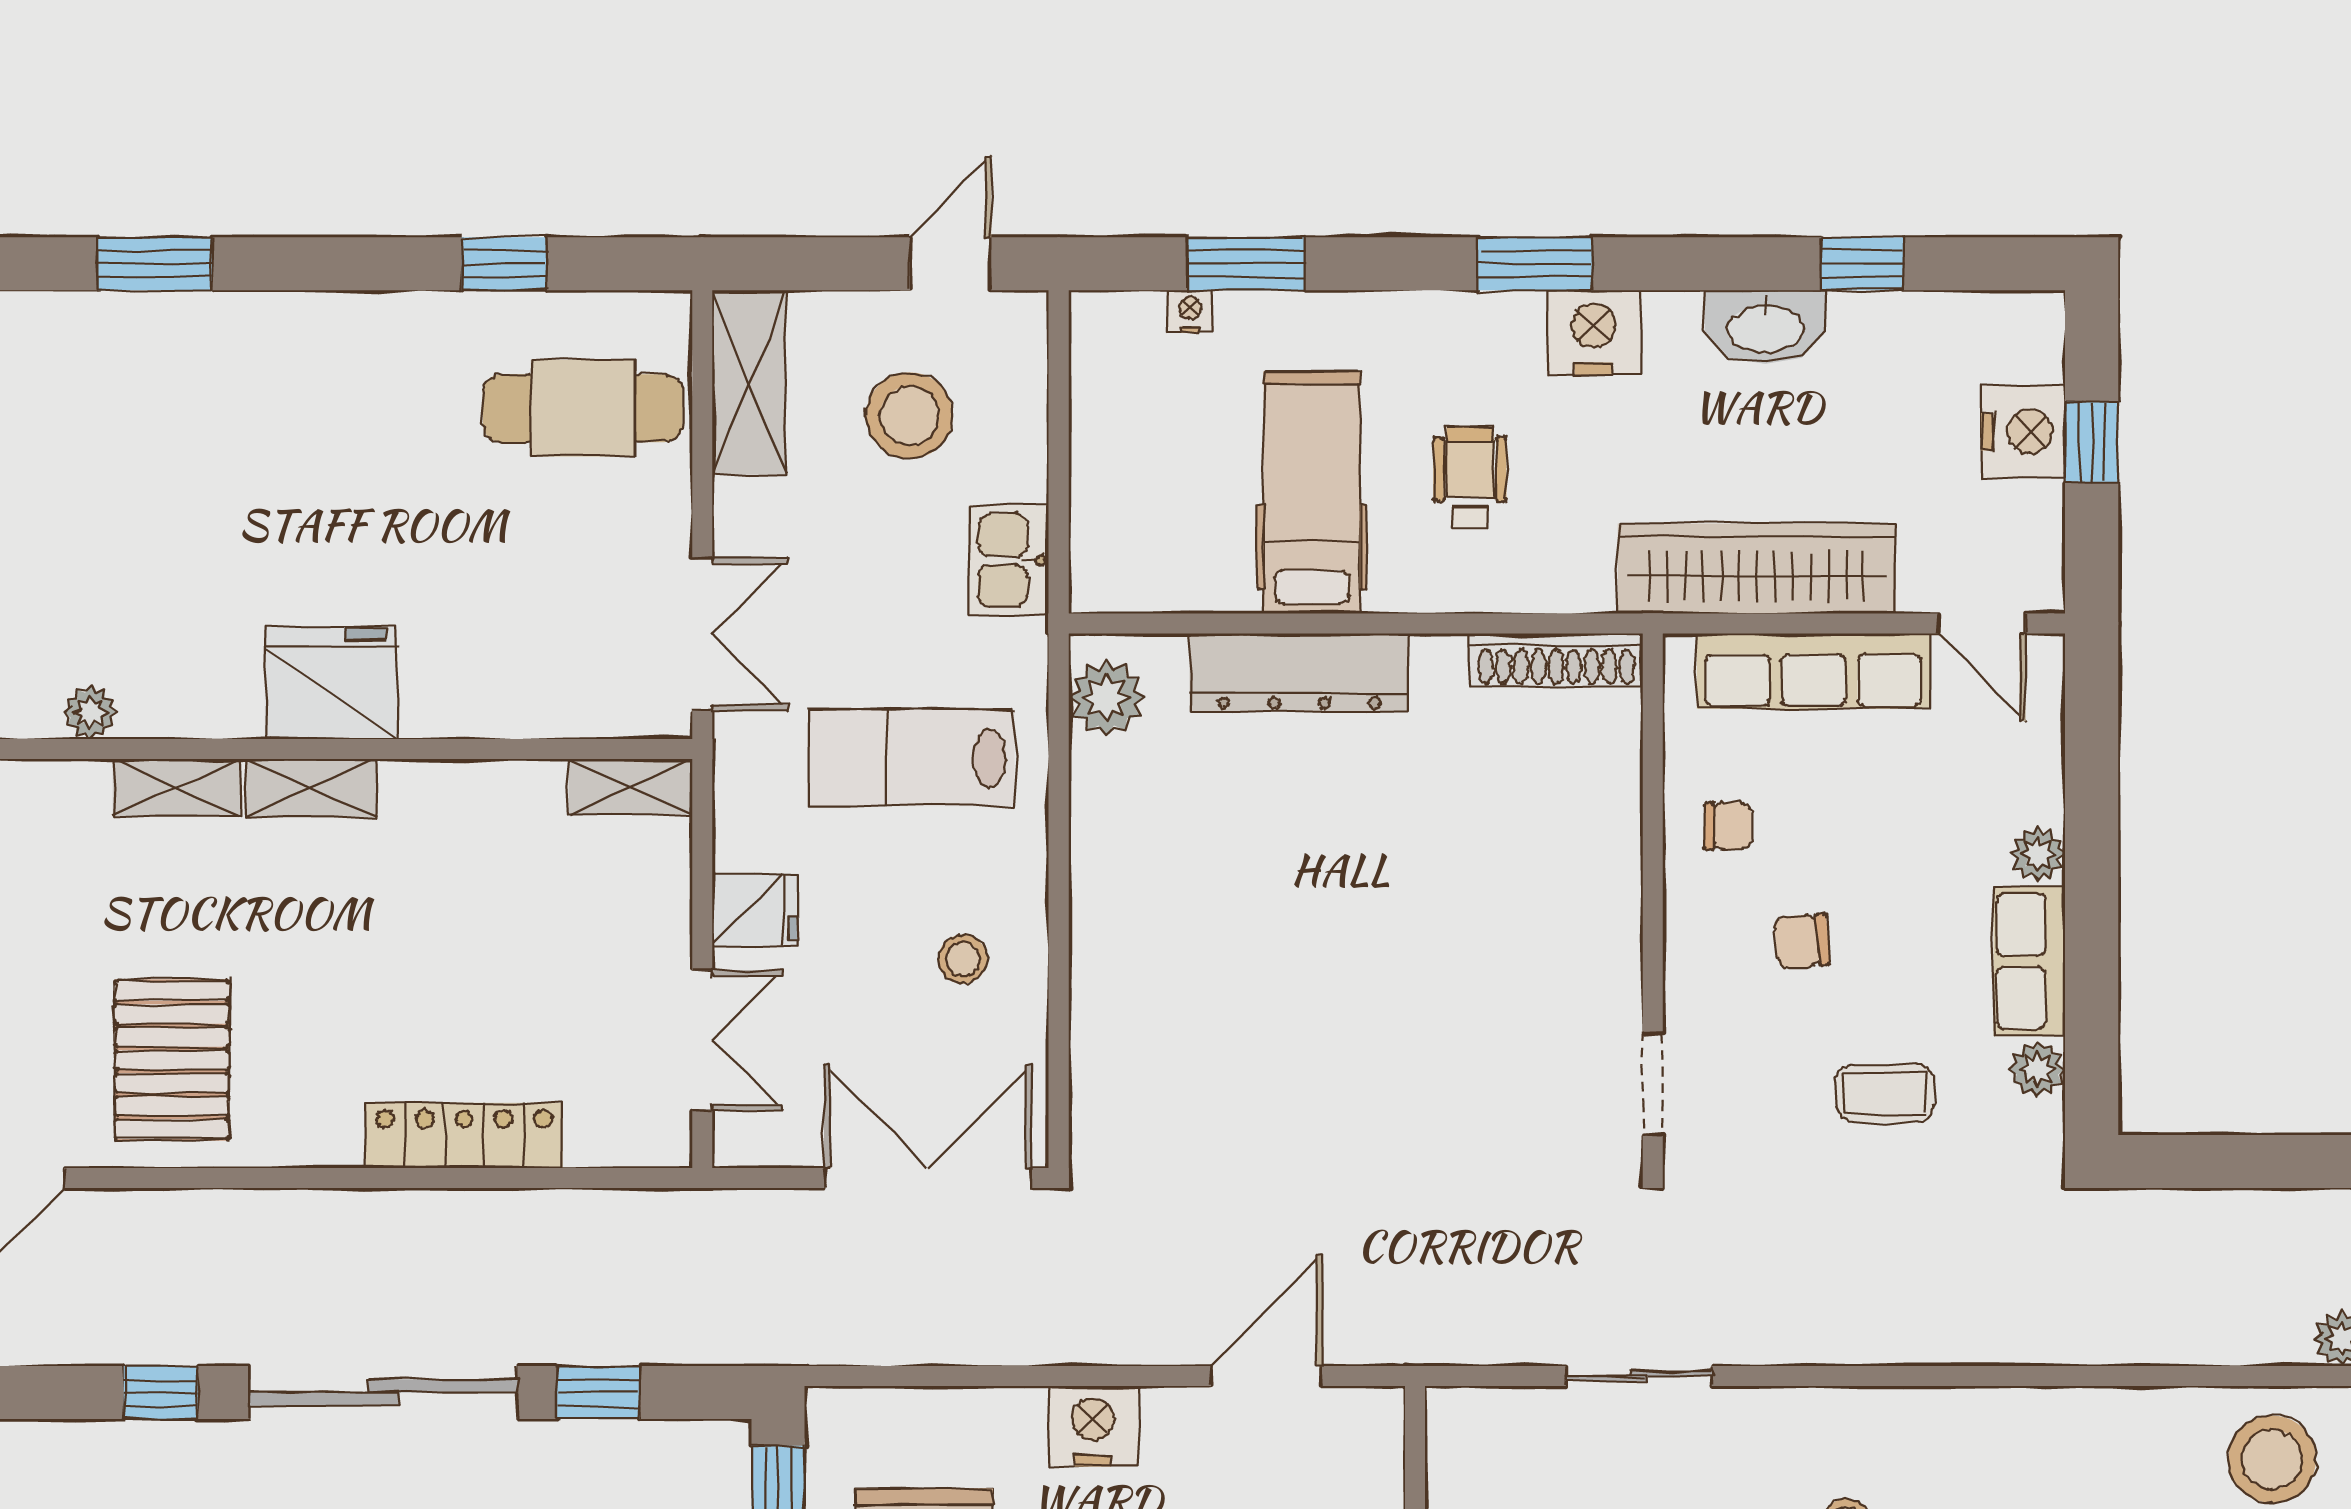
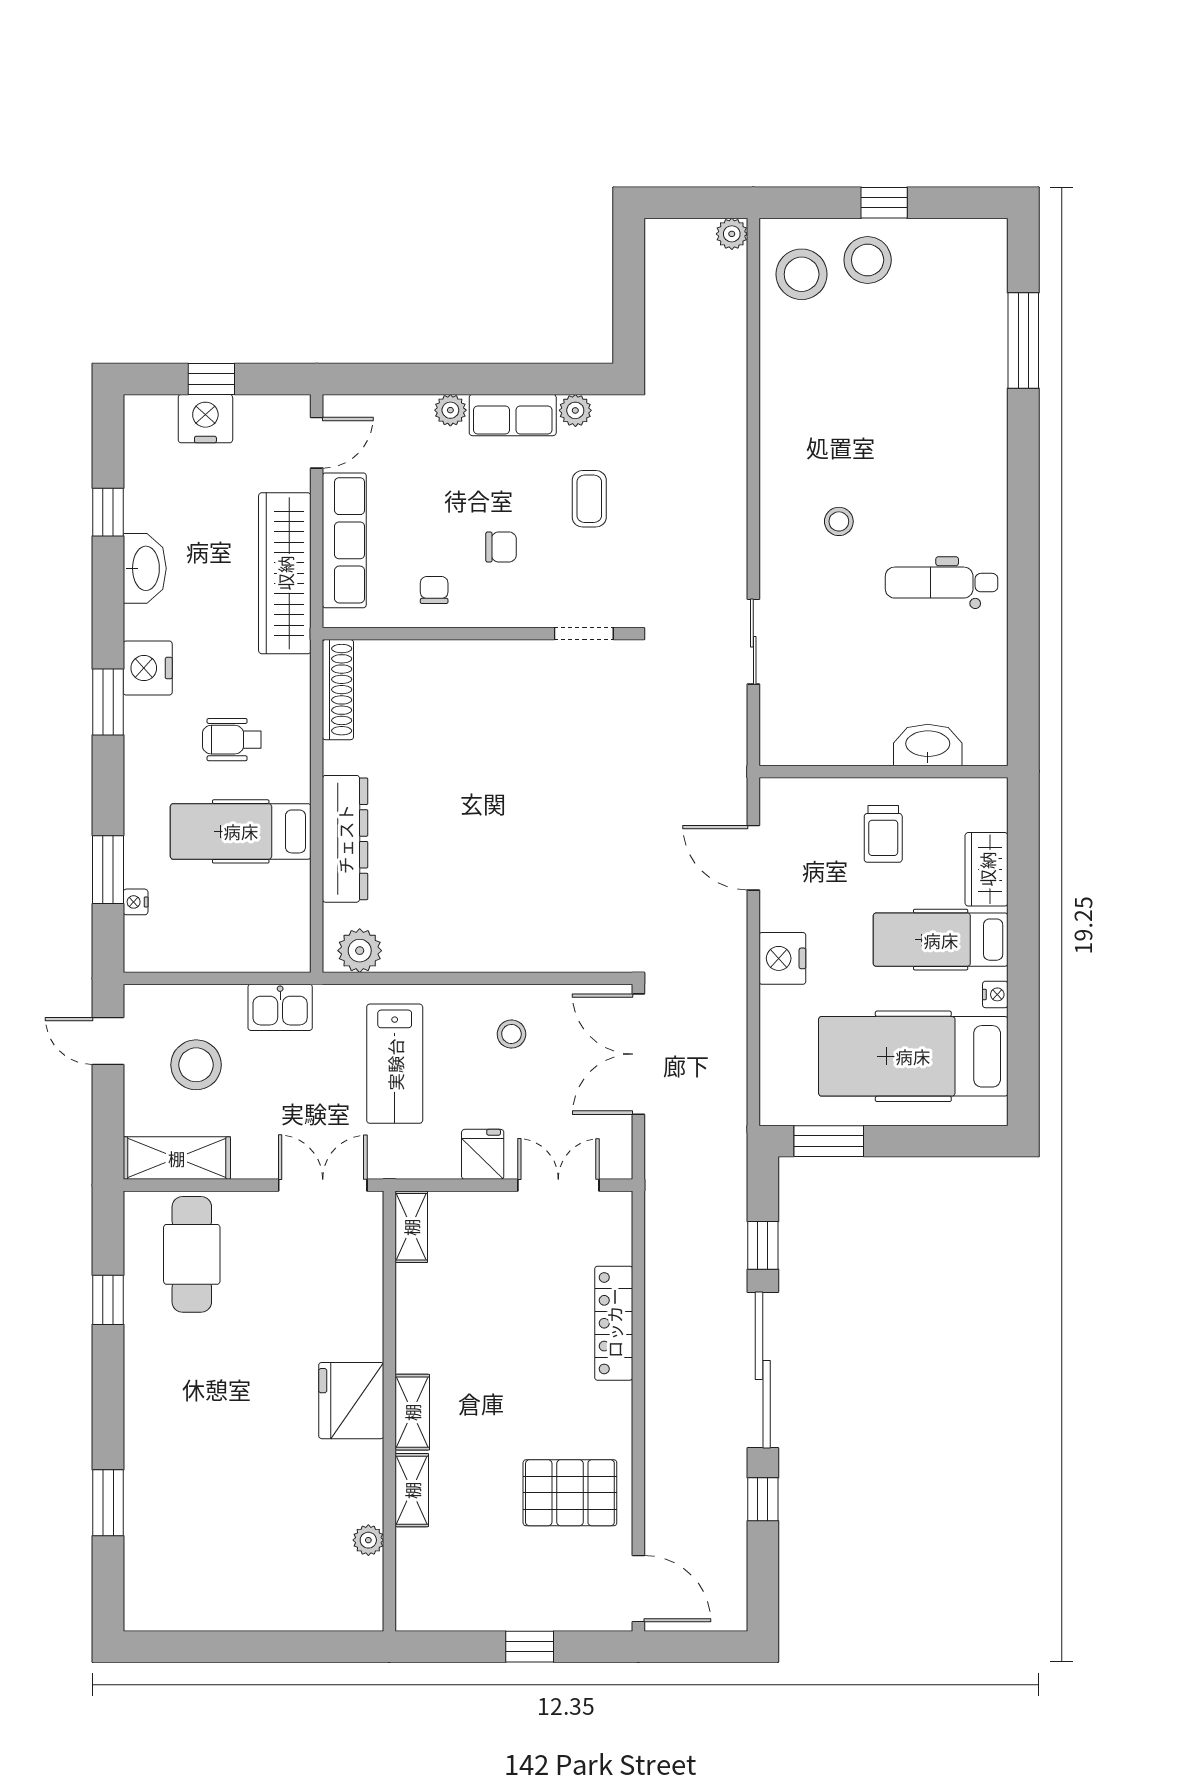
chair: (1802, 941) -> (501, 547), turned -85

